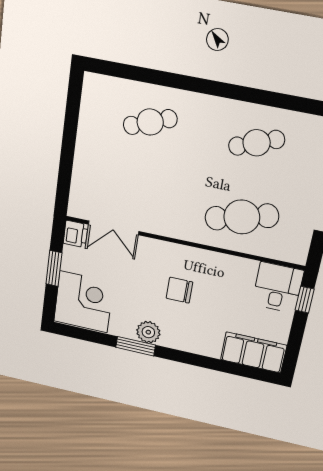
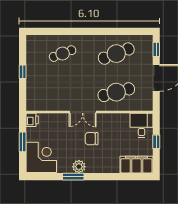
window: (69, 142) -> (23, 72), added
cafe table: (257, 143) -> (116, 54), width x1.37, depth x1.35
double door: (114, 228) -> (83, 112), moved
window: (305, 300) -> (156, 142), moved

